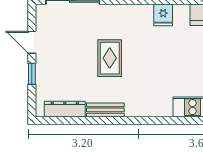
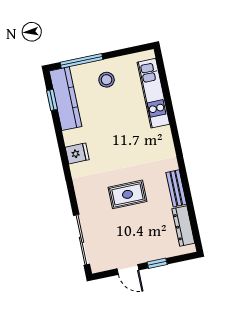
door: (32, 42) -> (128, 269), hinge flipped

